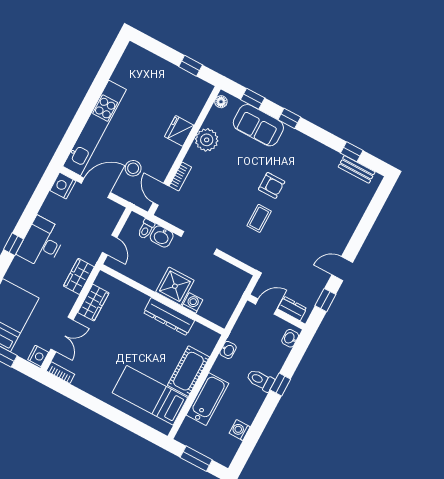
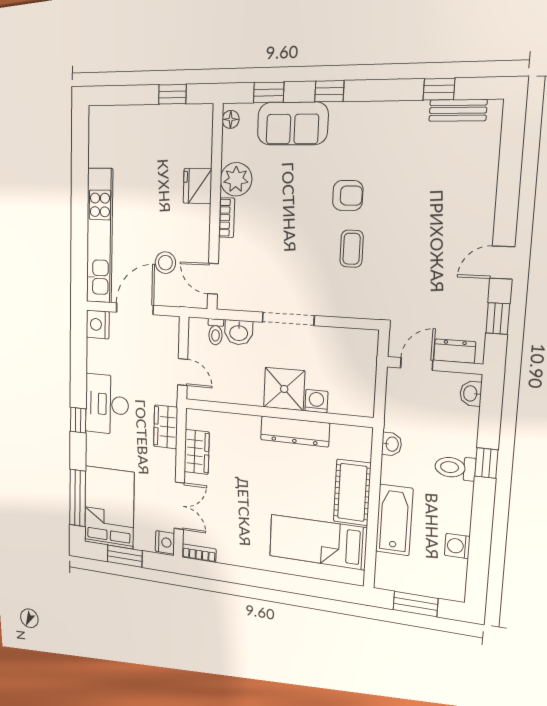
bookcase: (180, 176) -> (227, 218), moved

